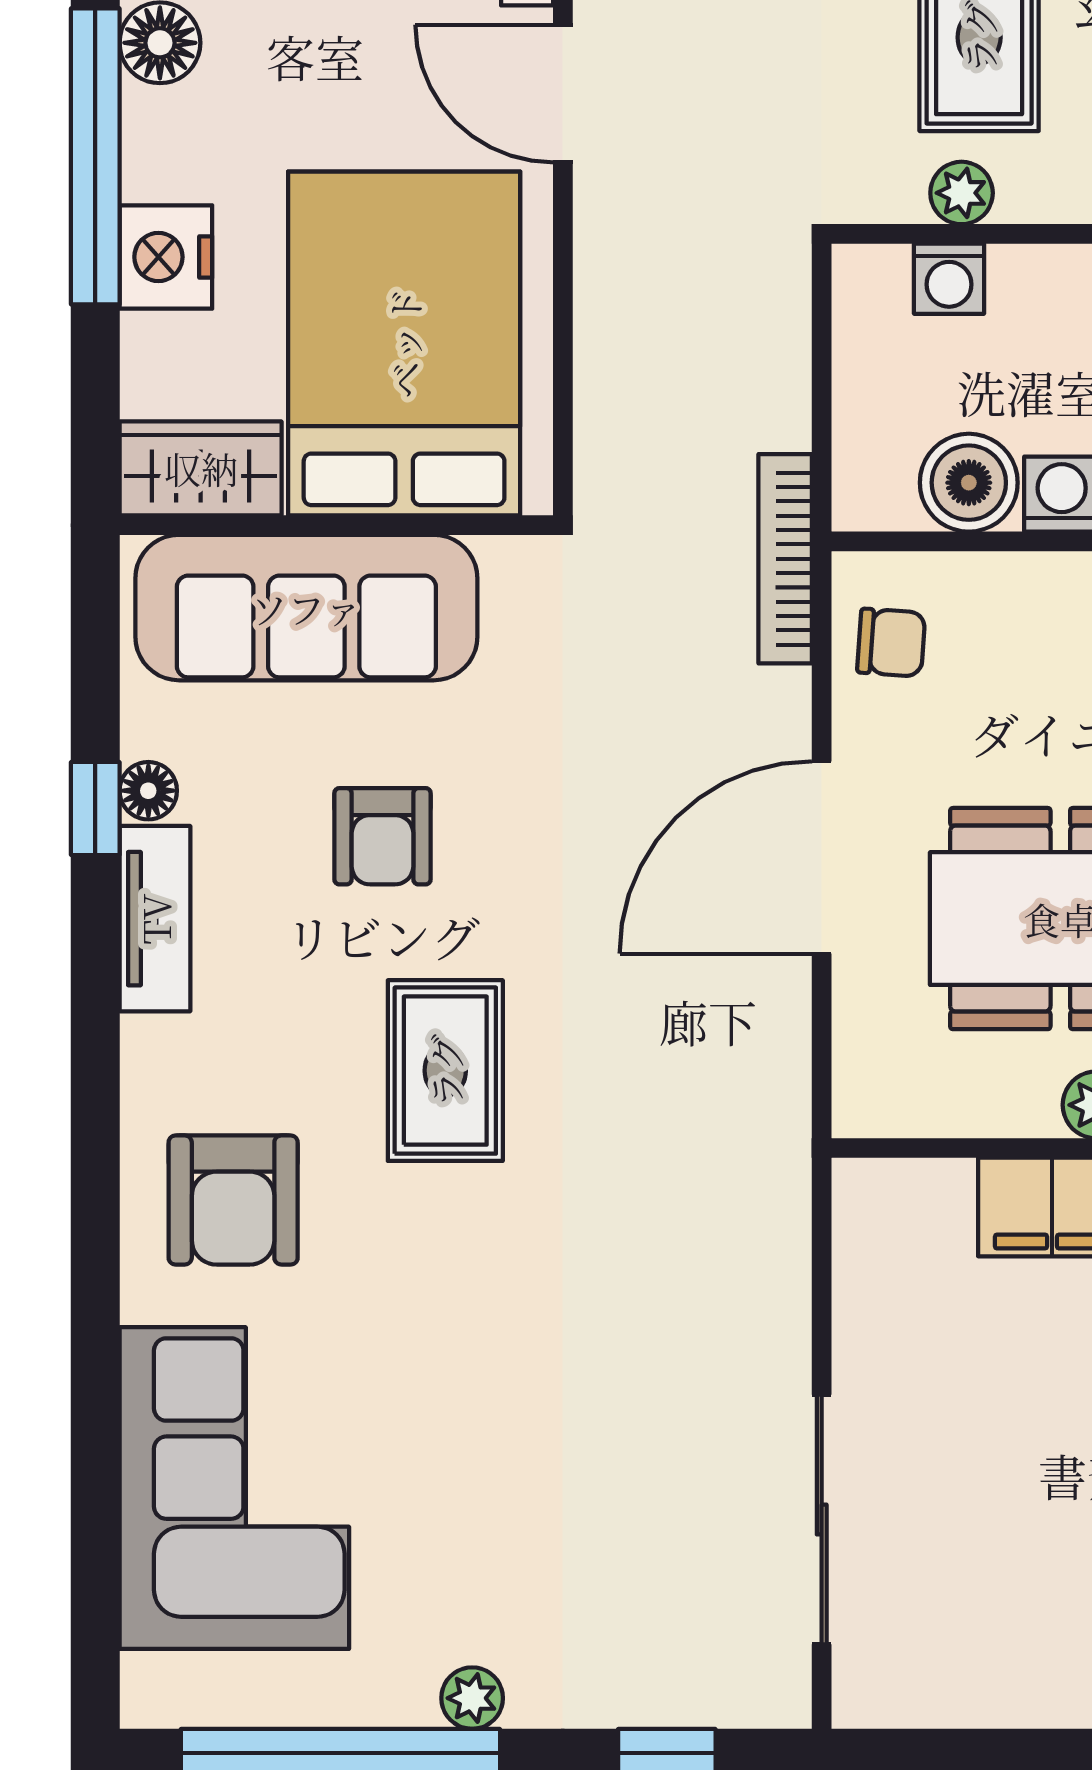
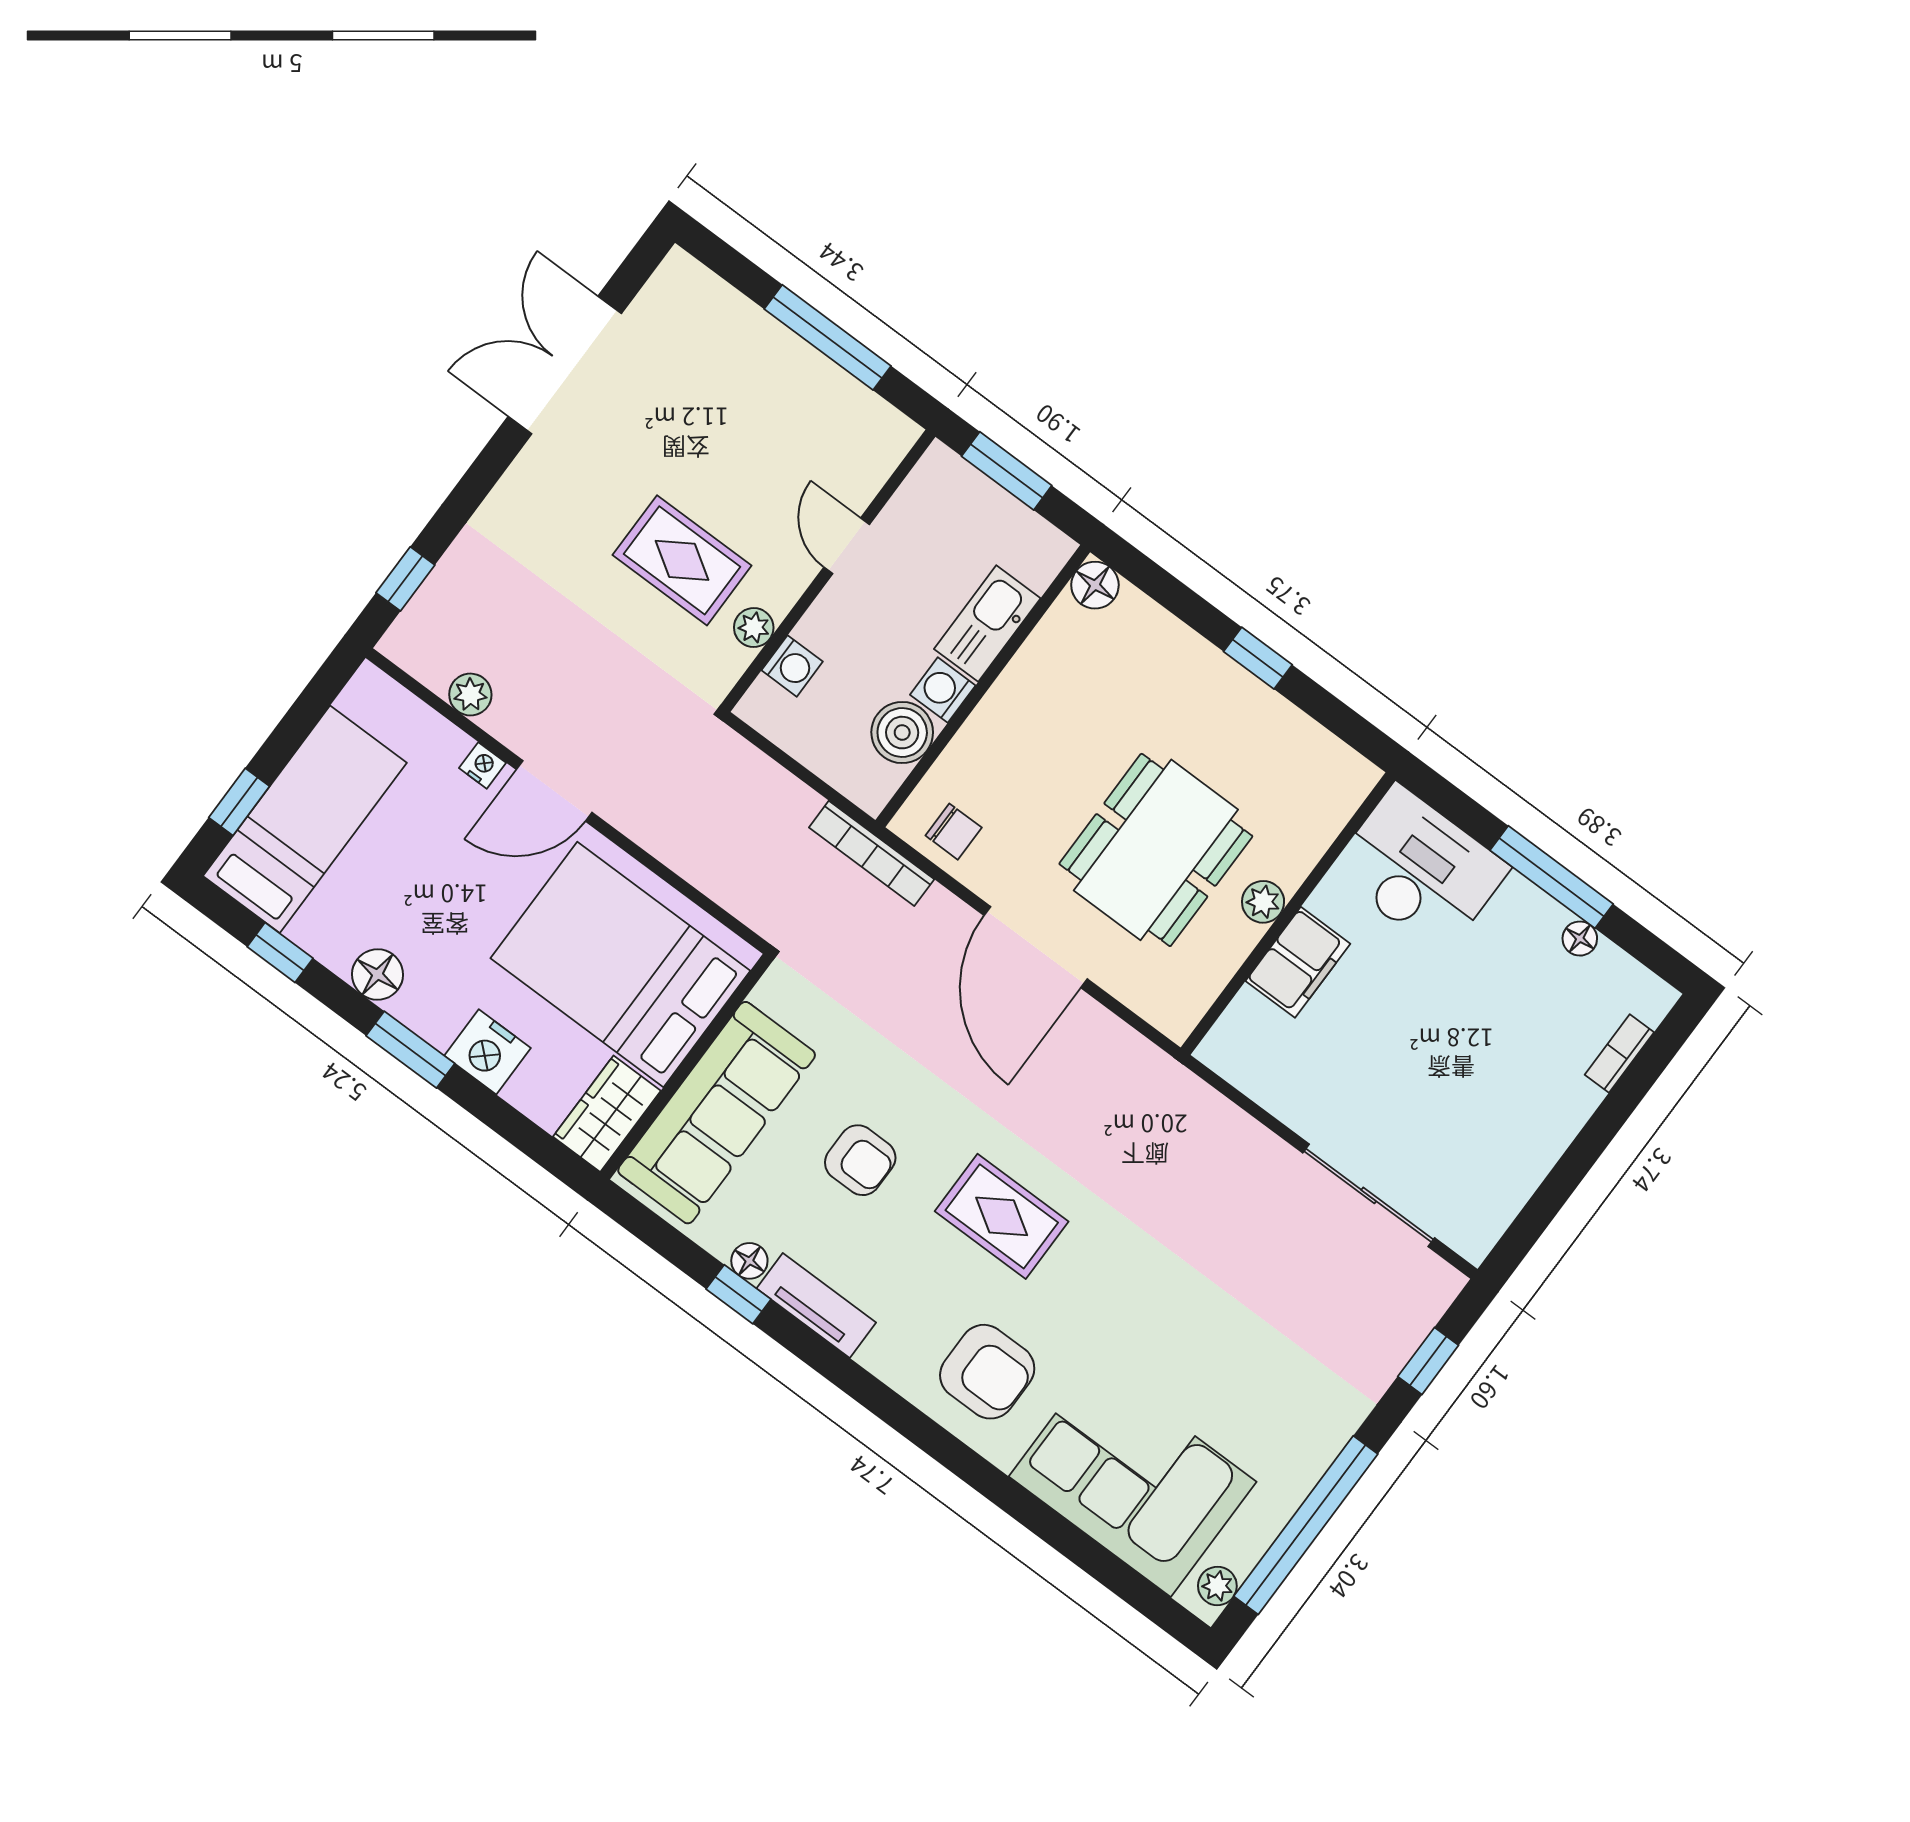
window: (95, 156) -> (410, 1050), width x0.47
chair: (891, 643) -> (954, 832), turned 86
plant: (472, 1698) -> (1217, 1586), moved

